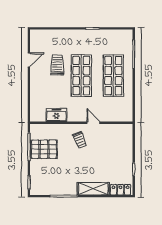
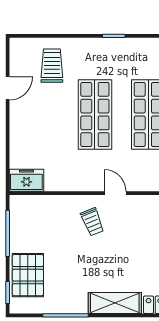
trolley: (57, 65) -> (52, 66), moved
freezer: (56, 115) -> (26, 180), moved
pallet: (44, 149) -> (28, 275), moved, turned 90

